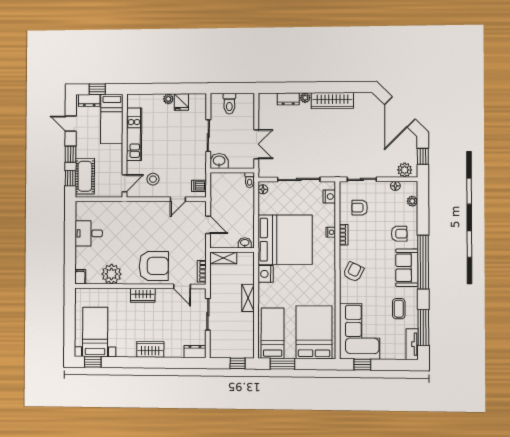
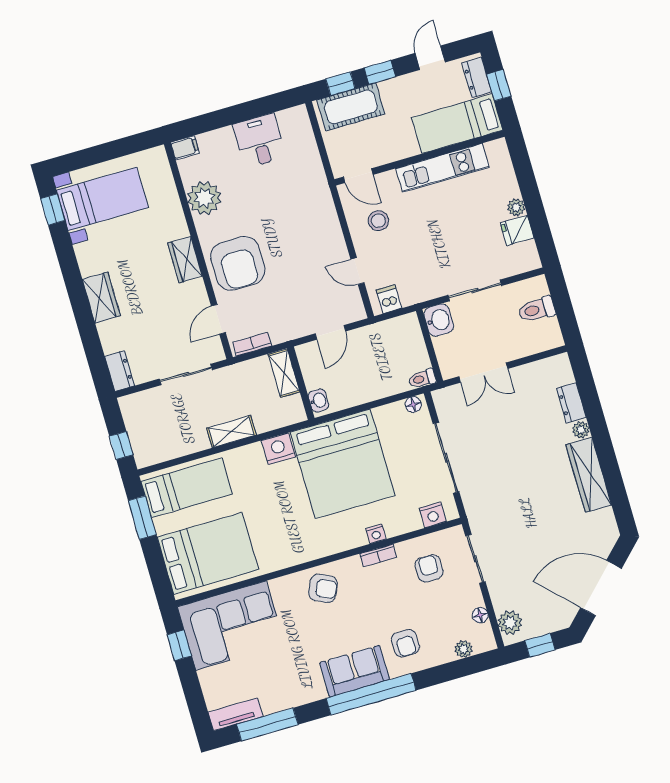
coffee table: (399, 309) -> (286, 677), removed

